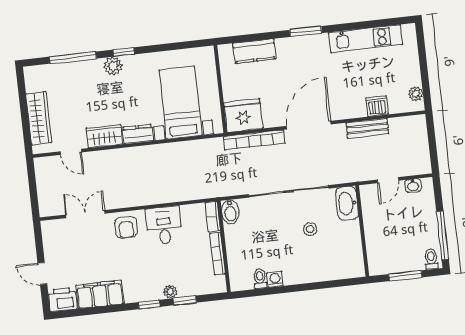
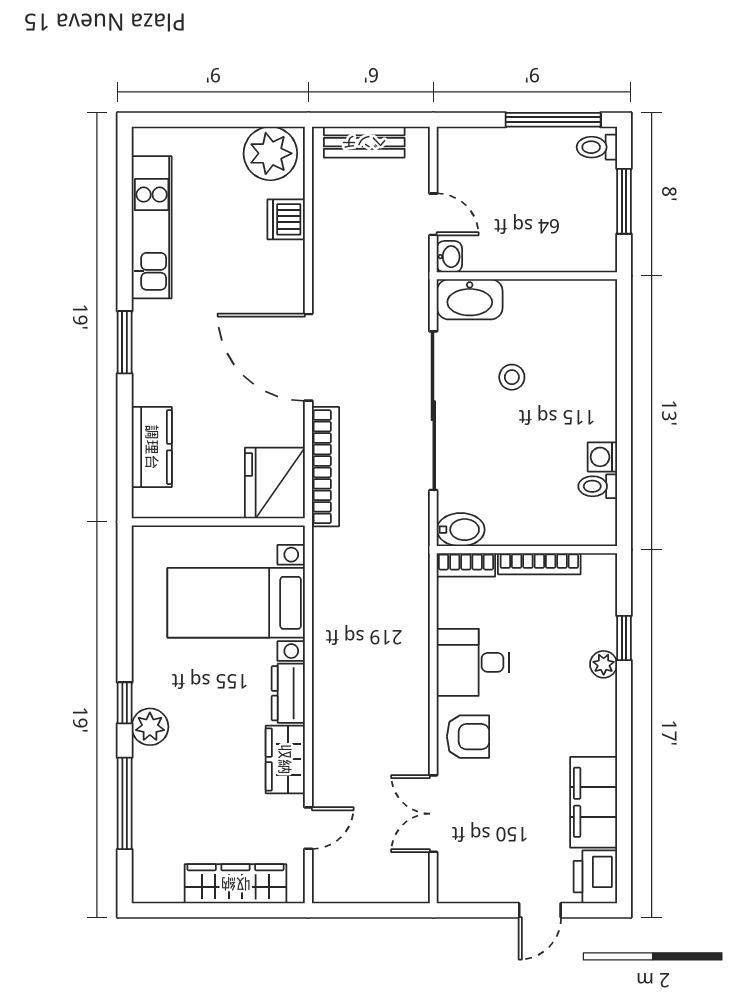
plant: (416, 94) -> (270, 153), width x1.87, depth x1.87
bench: (367, 128) -> (364, 142), moved, turned 90
washbasin: (413, 186) -> (449, 257), moved
window: (149, 304) -> (624, 708), removed

